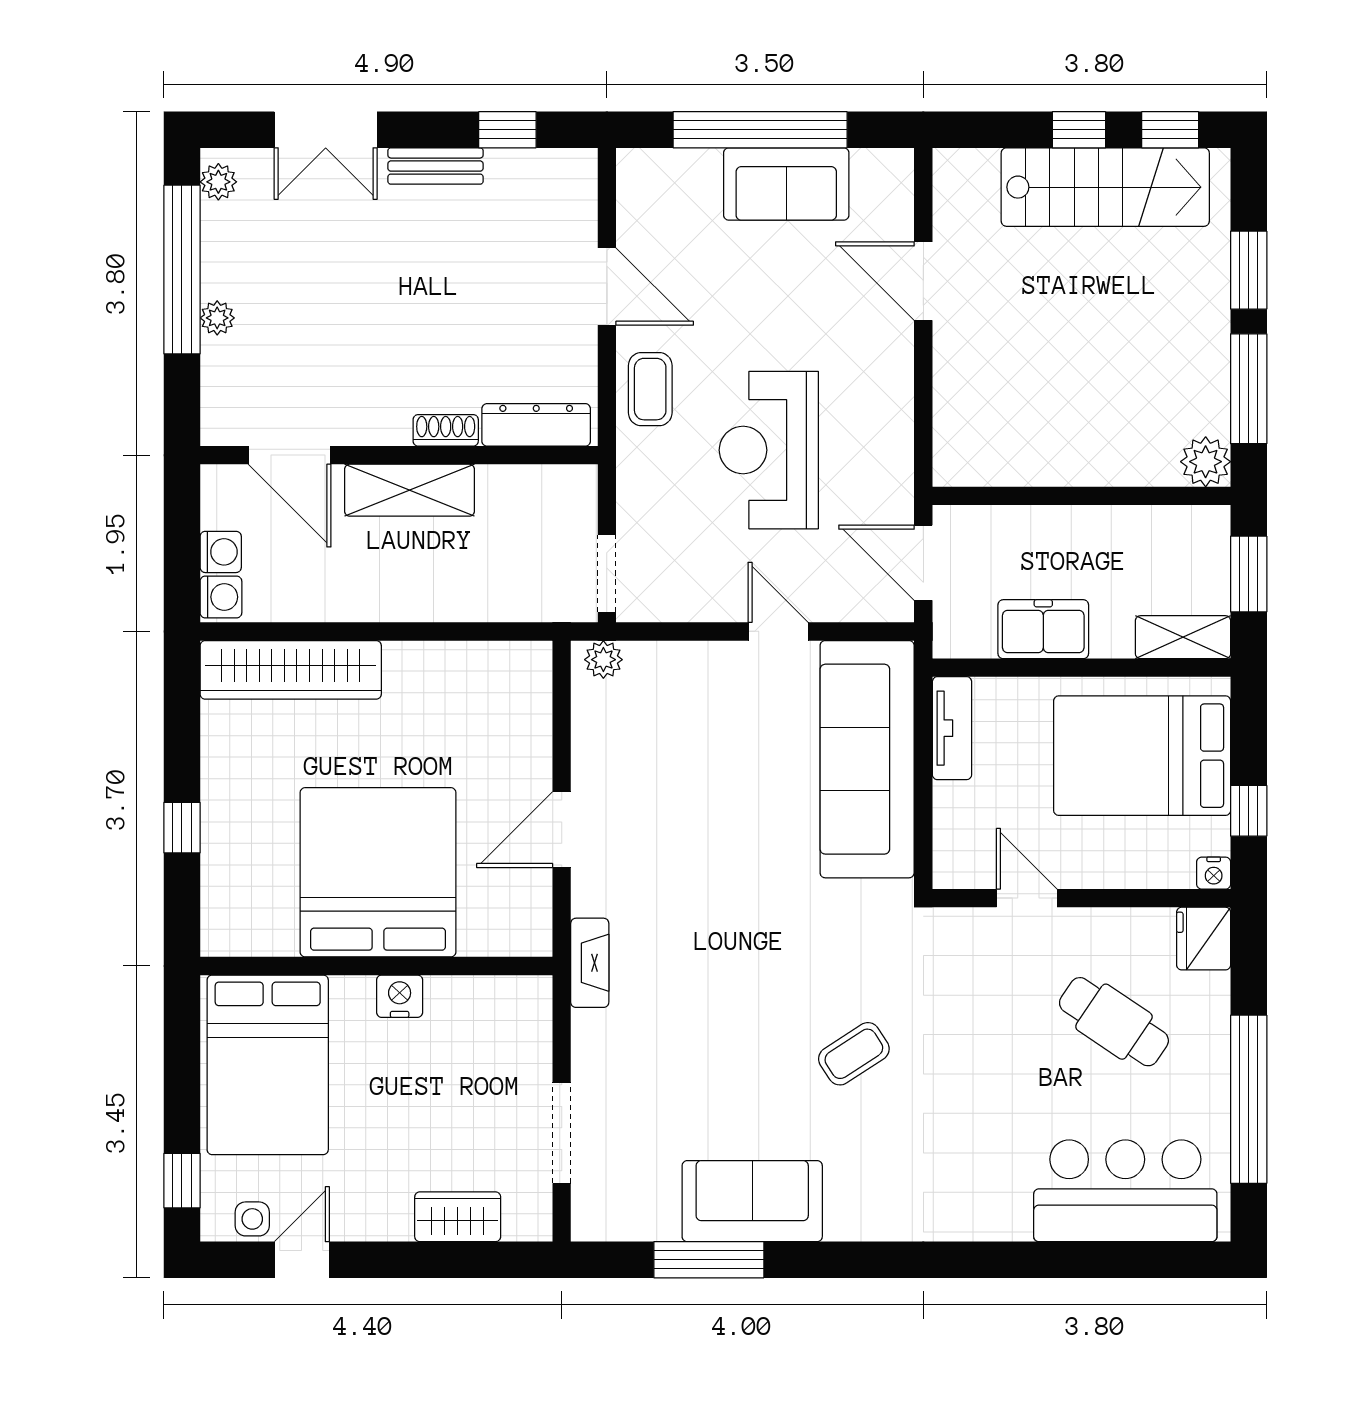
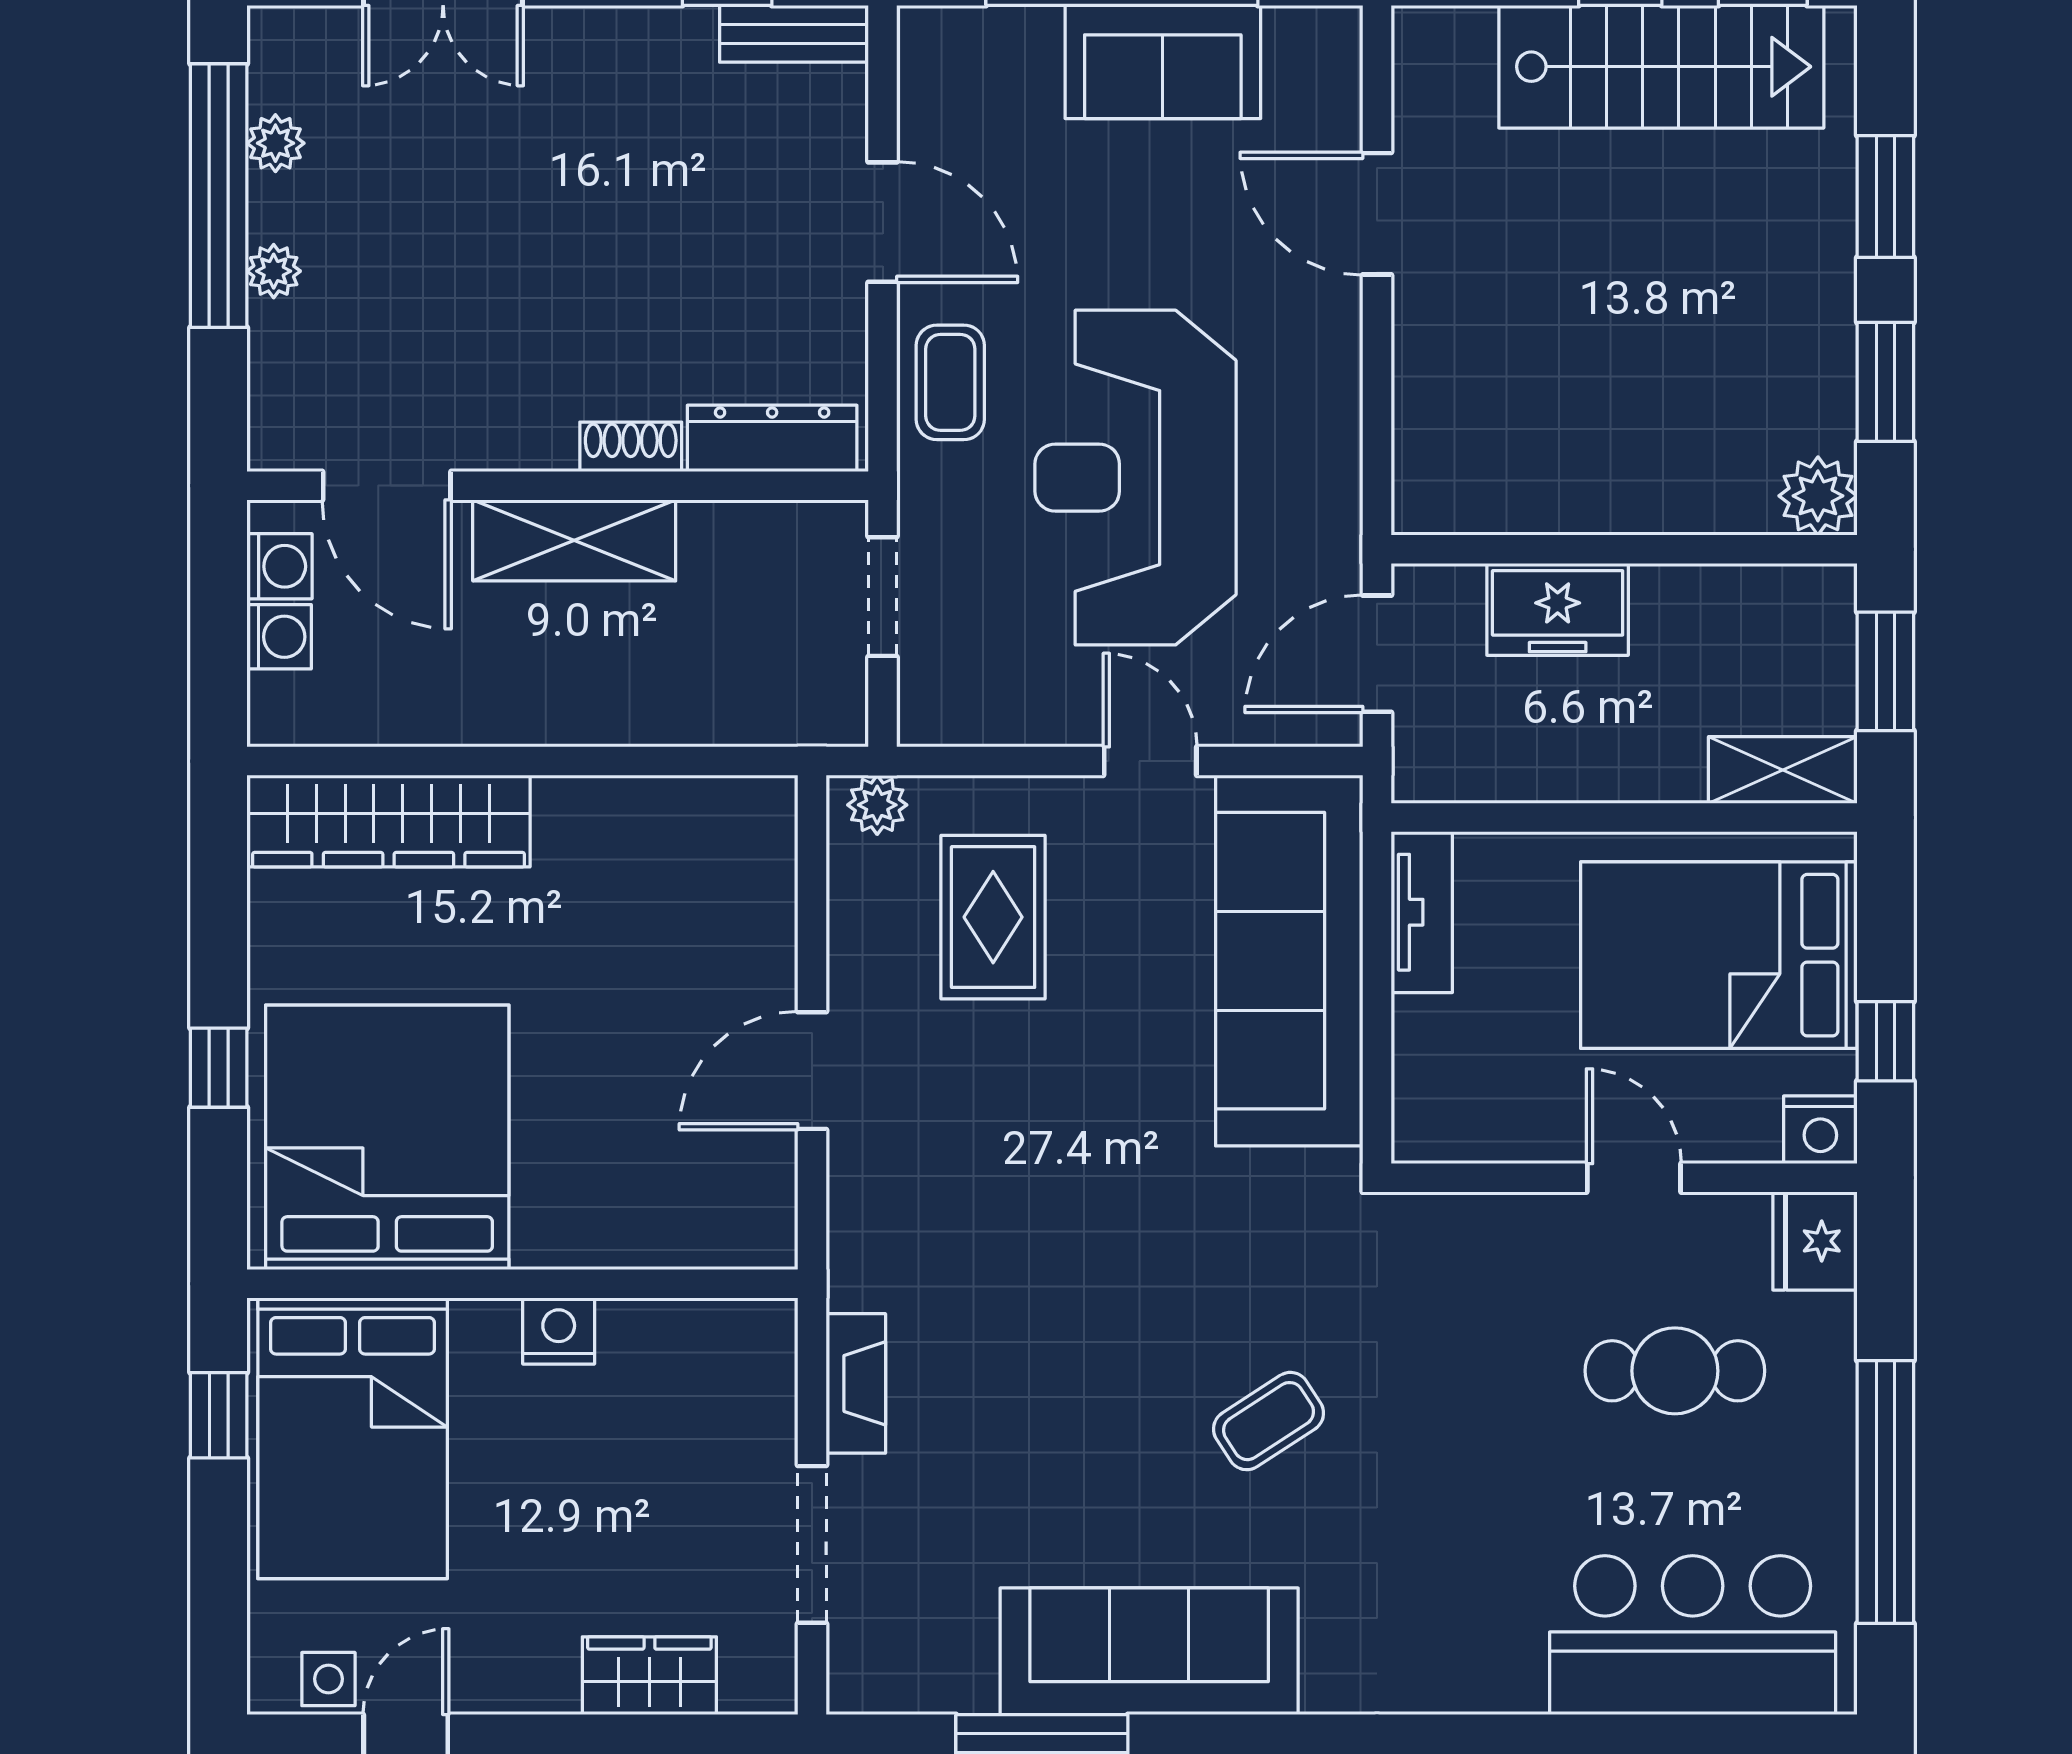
bench: (436, 166) -> (794, 34), moved
plant: (218, 182) -> (275, 143), moved
window: (1249, 389) -> (1885, 382), width x0.69
reception desk: (769, 450) -> (1136, 478), width x1.36, depth x1.30
door: (923, 563) -> (1377, 654), hinge flipped
doorway: (607, 574) -> (883, 597), moved
washing machine: (221, 597) -> (279, 566), moved
freezer: (1043, 629) -> (1558, 609), moved, turned 180
rug: (678, 731) -> (993, 917), added
bed: (378, 872) -> (387, 1137), moved
nightstand: (1214, 873) -> (1820, 1130), width x1.39, depth x1.35
door: (1027, 898) -> (1634, 1178), moved
fireplace: (590, 963) -> (856, 1383), moved
cafe table: (1114, 1022) -> (1675, 1371), turned -34
window: (182, 1181) -> (219, 1415), moved
sofa: (752, 1201) -> (1149, 1651), width x1.36

